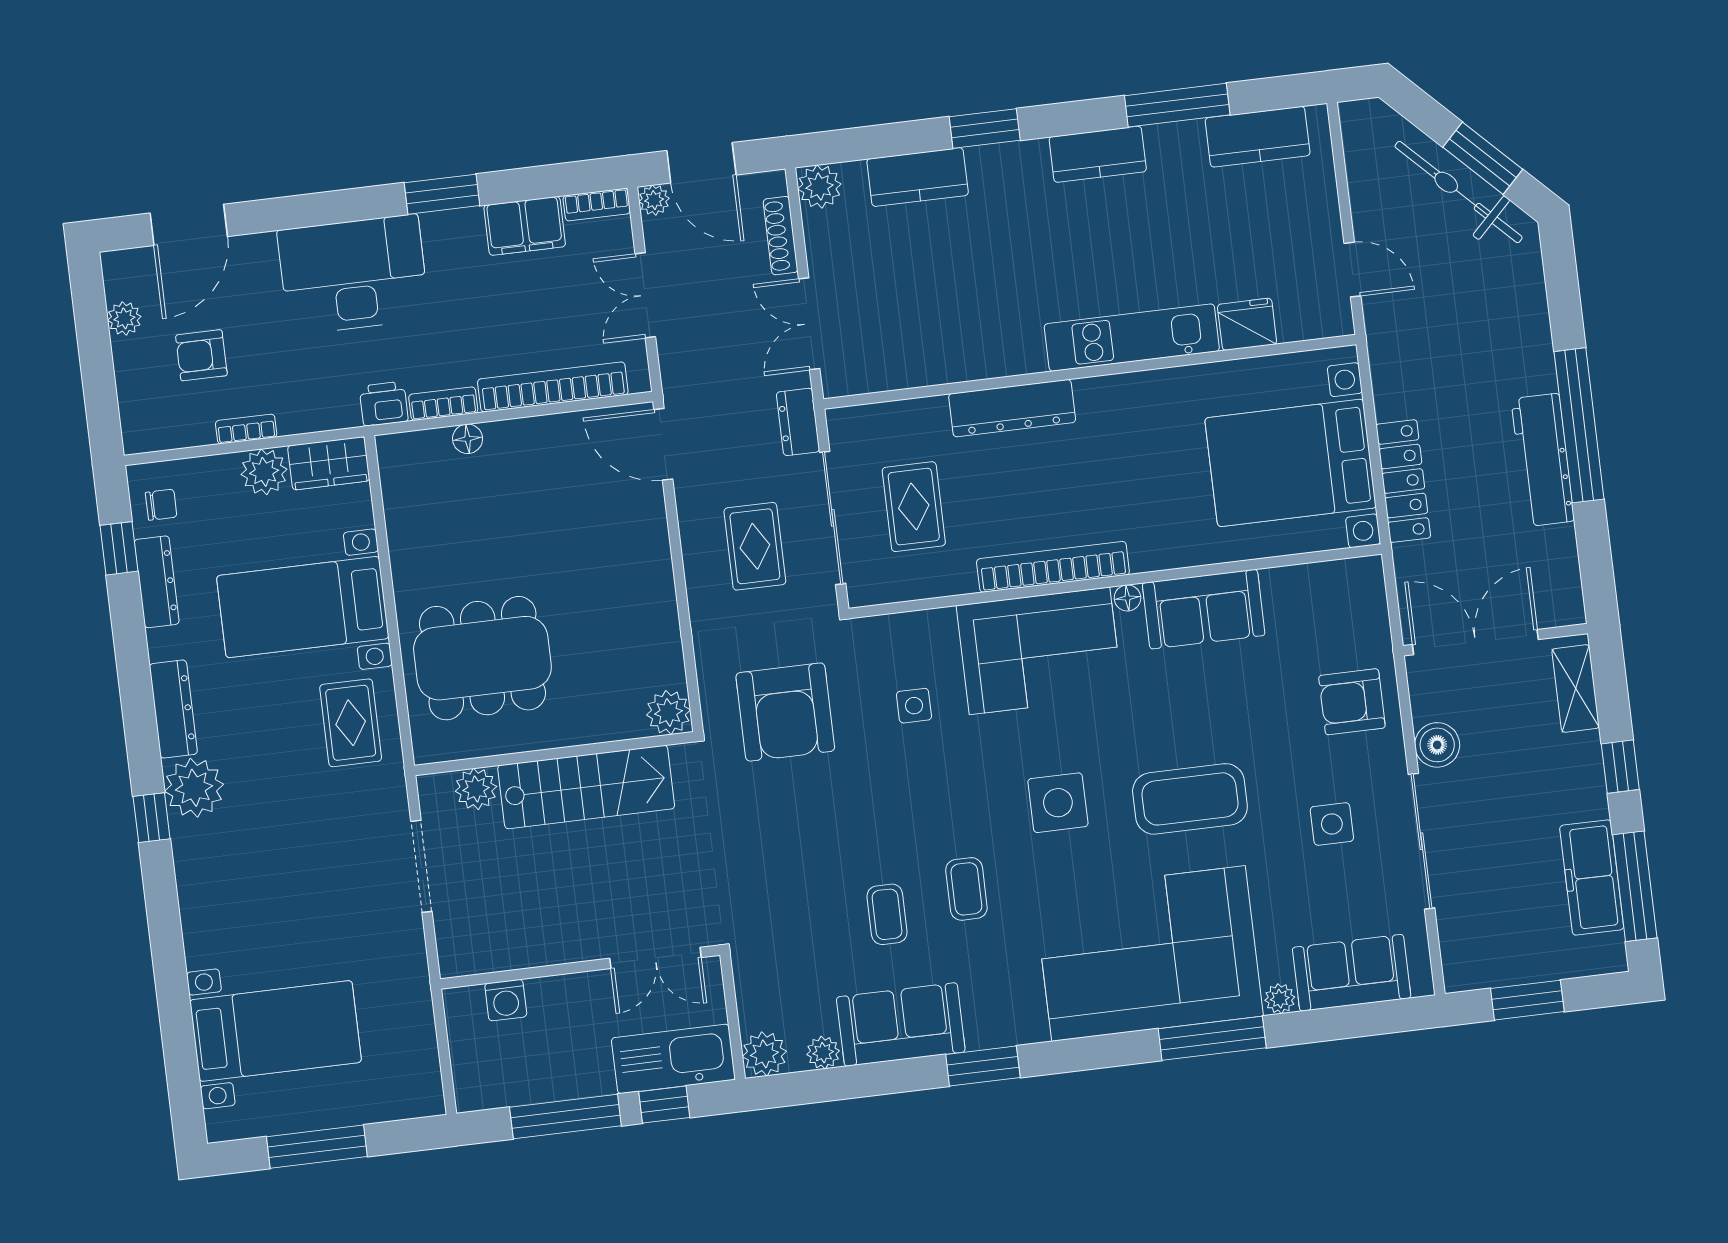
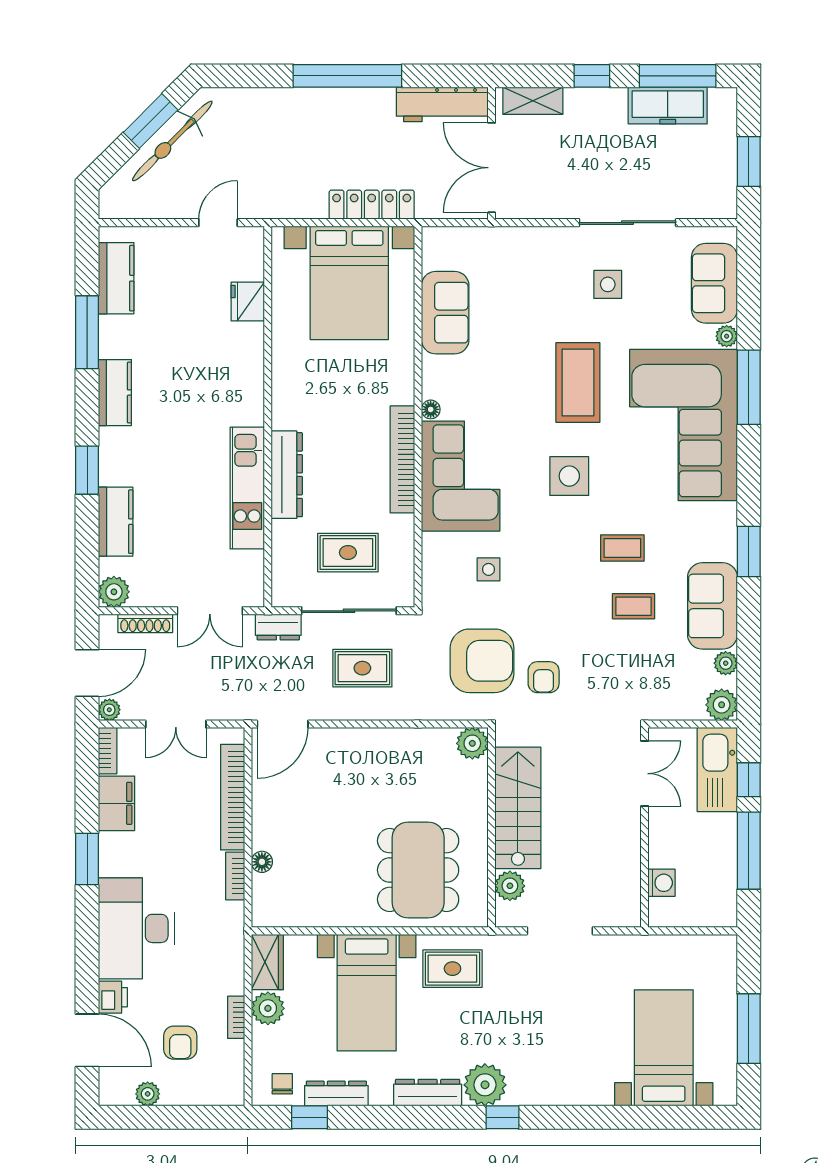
kitchen unit: (1132, 338) -> (247, 488), moved
printer: (384, 404) -> (113, 997), moved, turned 180
workbench: (1543, 460) -> (442, 104), moved
sofa: (1204, 609) -> (445, 313), moved
armchair: (1352, 702) -> (544, 677), moved, width x0.72, depth x0.72
boiler: (1437, 745) -> (561, 203), removed

